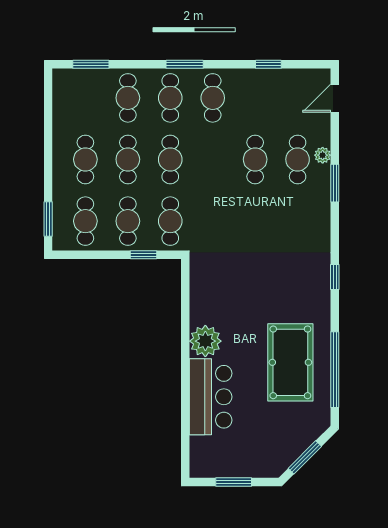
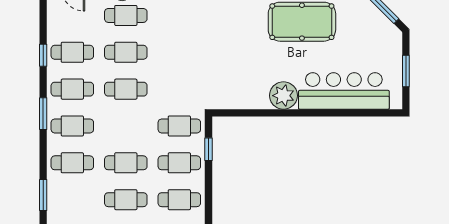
window: (268, 64) -> (43, 55), moved
cafe table: (255, 98) -> (72, 52), added
cafe table: (170, 159) -> (126, 89), moved
bar counter: (211, 397) -> (344, 91), width x1.36

